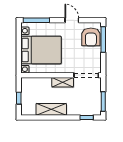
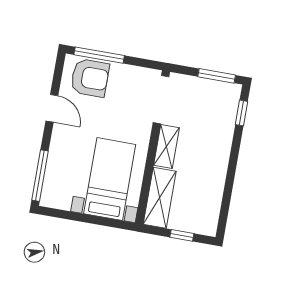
door: (72, 20) -> (52, 108), swing flipped
bed with nightstands: (41, 50) -> (110, 179), width x0.73
shelving: (51, 109) -> (160, 198), moved

